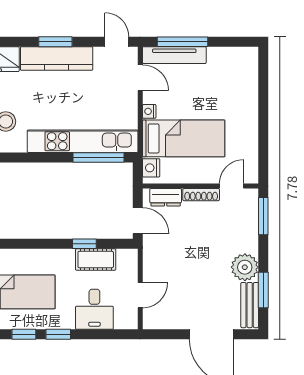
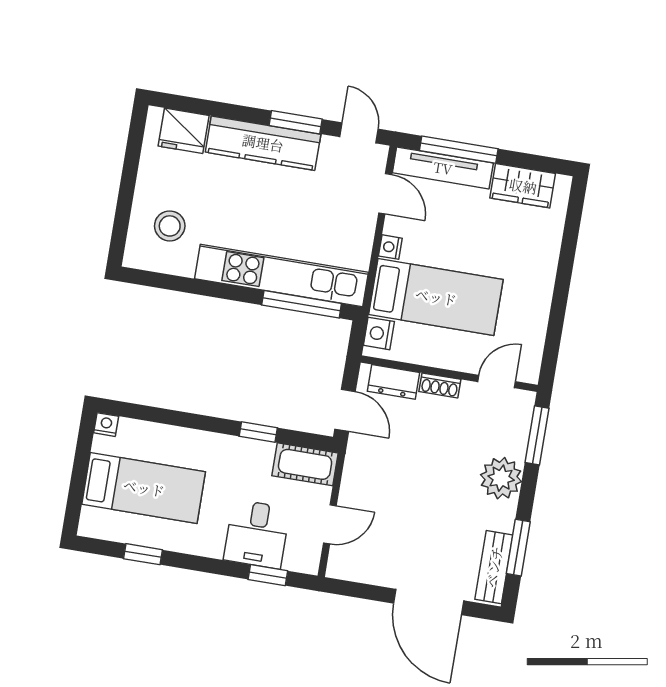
window: (55, 42) -> (296, 122), moved
wardrobe: (227, 58) -> (523, 186), added
shoe rack: (201, 195) -> (440, 385), width x0.70
cot: (96, 260) -> (305, 464), moved
plant: (245, 267) -> (501, 478), moved
window: (58, 334) -> (268, 575), moved

